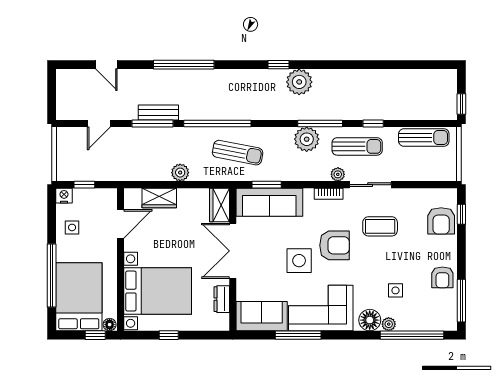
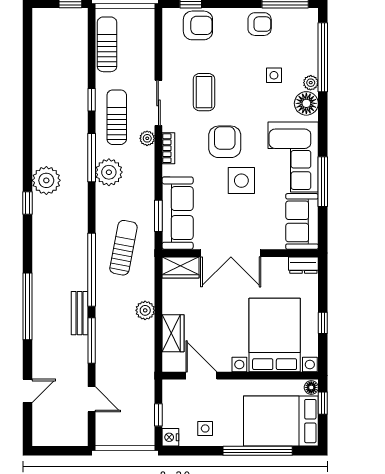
bench: (158, 112) -> (80, 313), moved
dresser: (222, 299) -> (303, 265), moved

